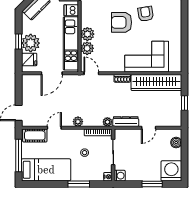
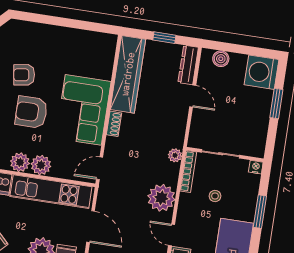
armchair: (122, 22) -> (31, 112), turned 90
plant: (87, 48) -> (20, 162), moved
corner sofa: (147, 57) -> (83, 110), moved
plant: (78, 122) -> (161, 198), width x1.88, depth x1.88
dresser: (126, 122) -> (188, 65), moved
washing machine: (120, 176) -> (257, 149), removed

